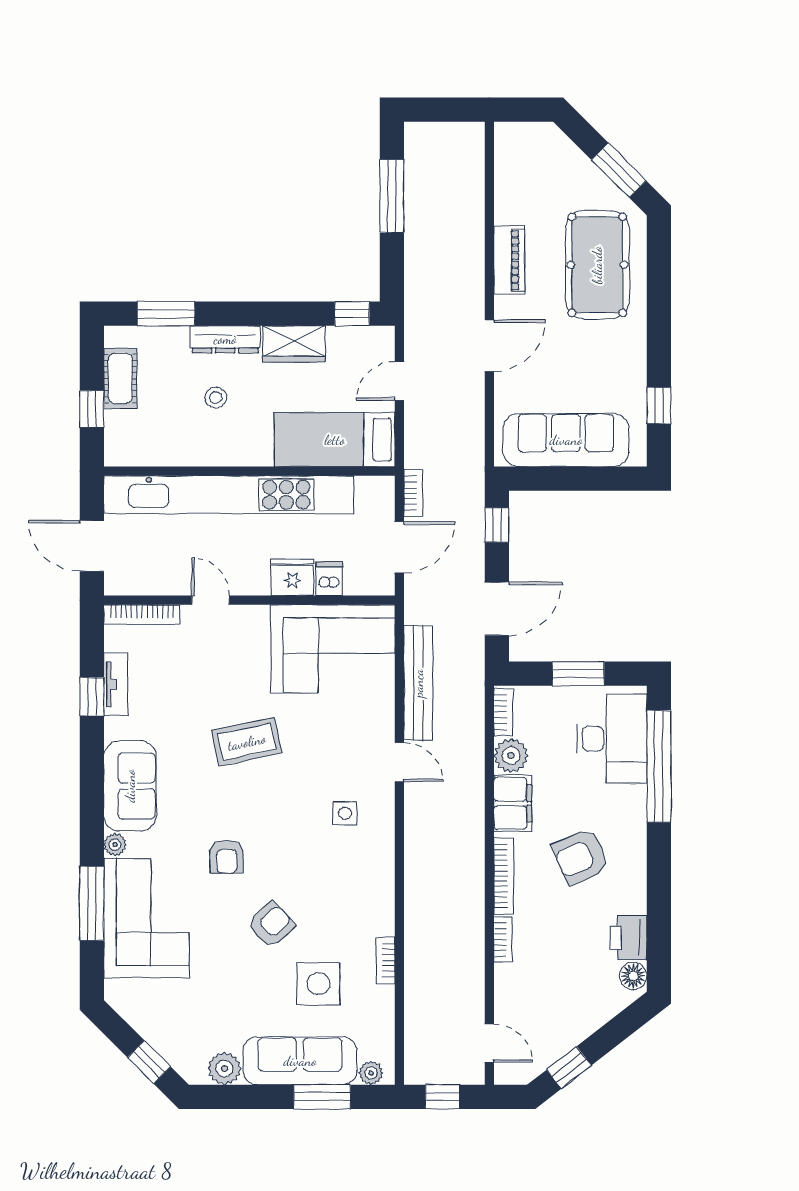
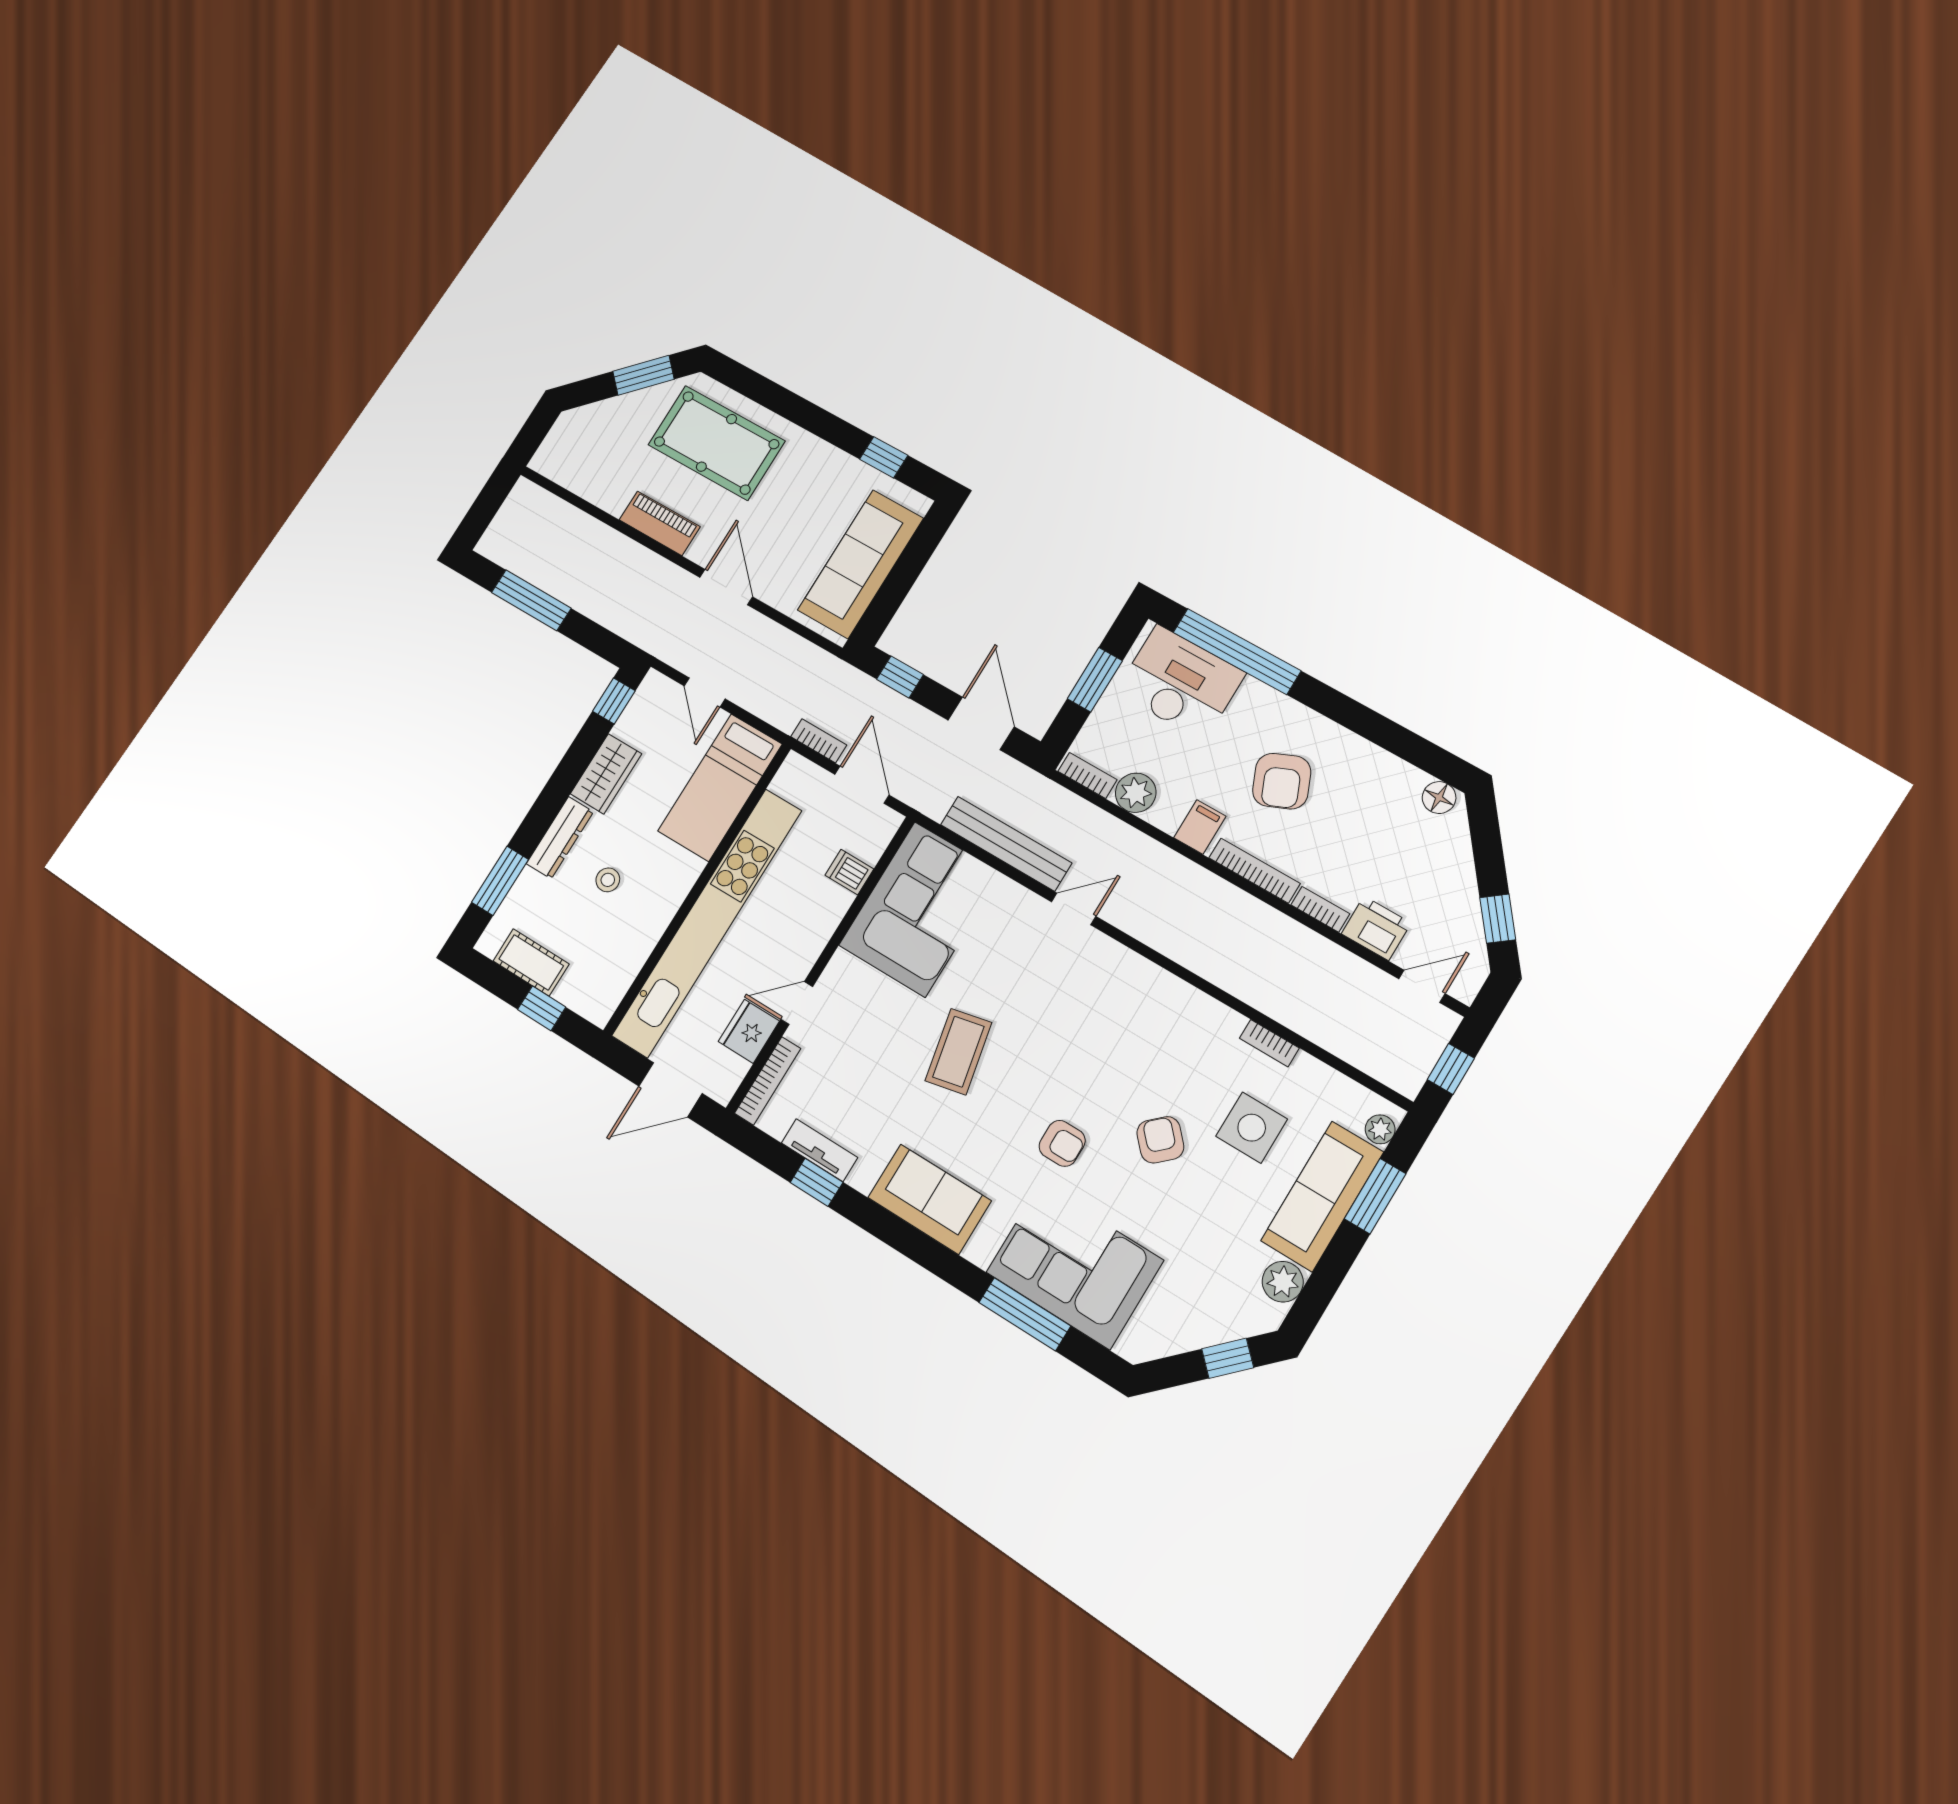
fridge: (292, 577) -> (749, 1031), moved
filing cabinet: (513, 803) -> (1200, 827), width x0.50
side table: (345, 813) -> (1092, 995), removed
plant: (115, 845) -> (979, 1252), removed
printer: (628, 938) -> (1376, 928), moved, turned 180

